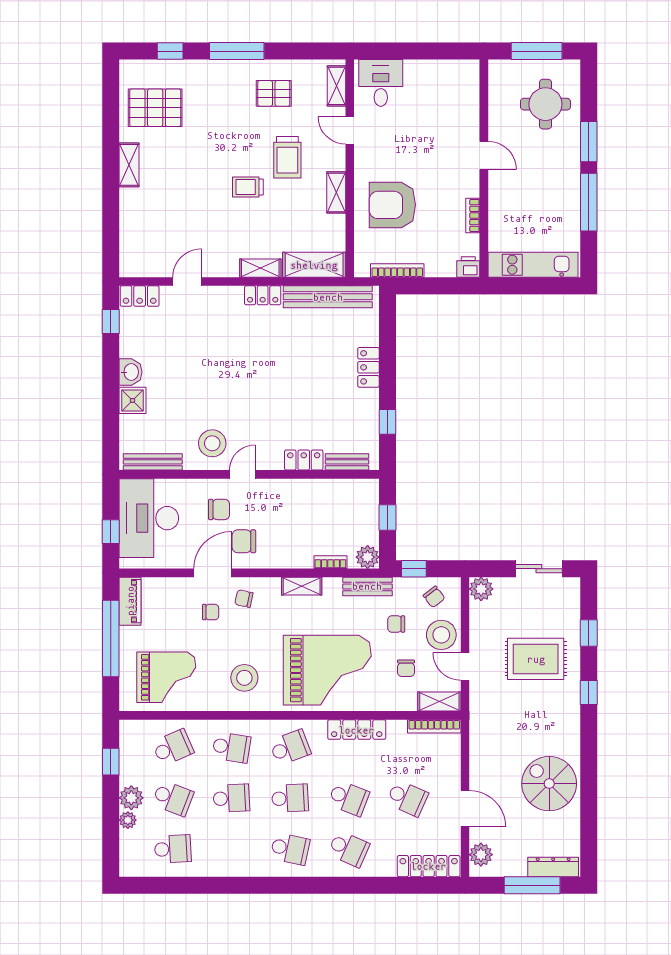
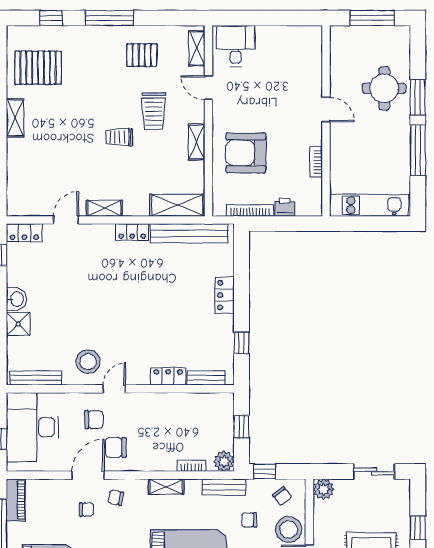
round table: (545, 104) -> (384, 88), moved
printer: (468, 267) -> (285, 207), moved
shelving: (260, 268) -> (104, 208), moved

